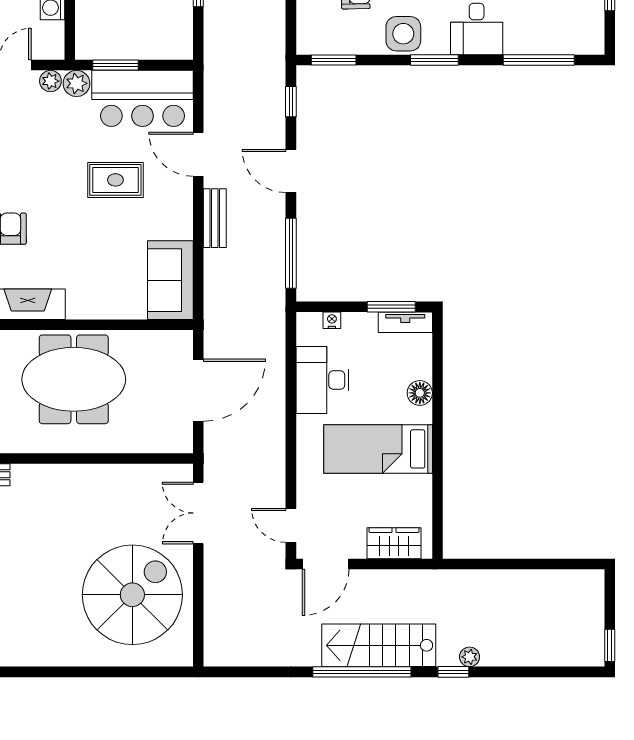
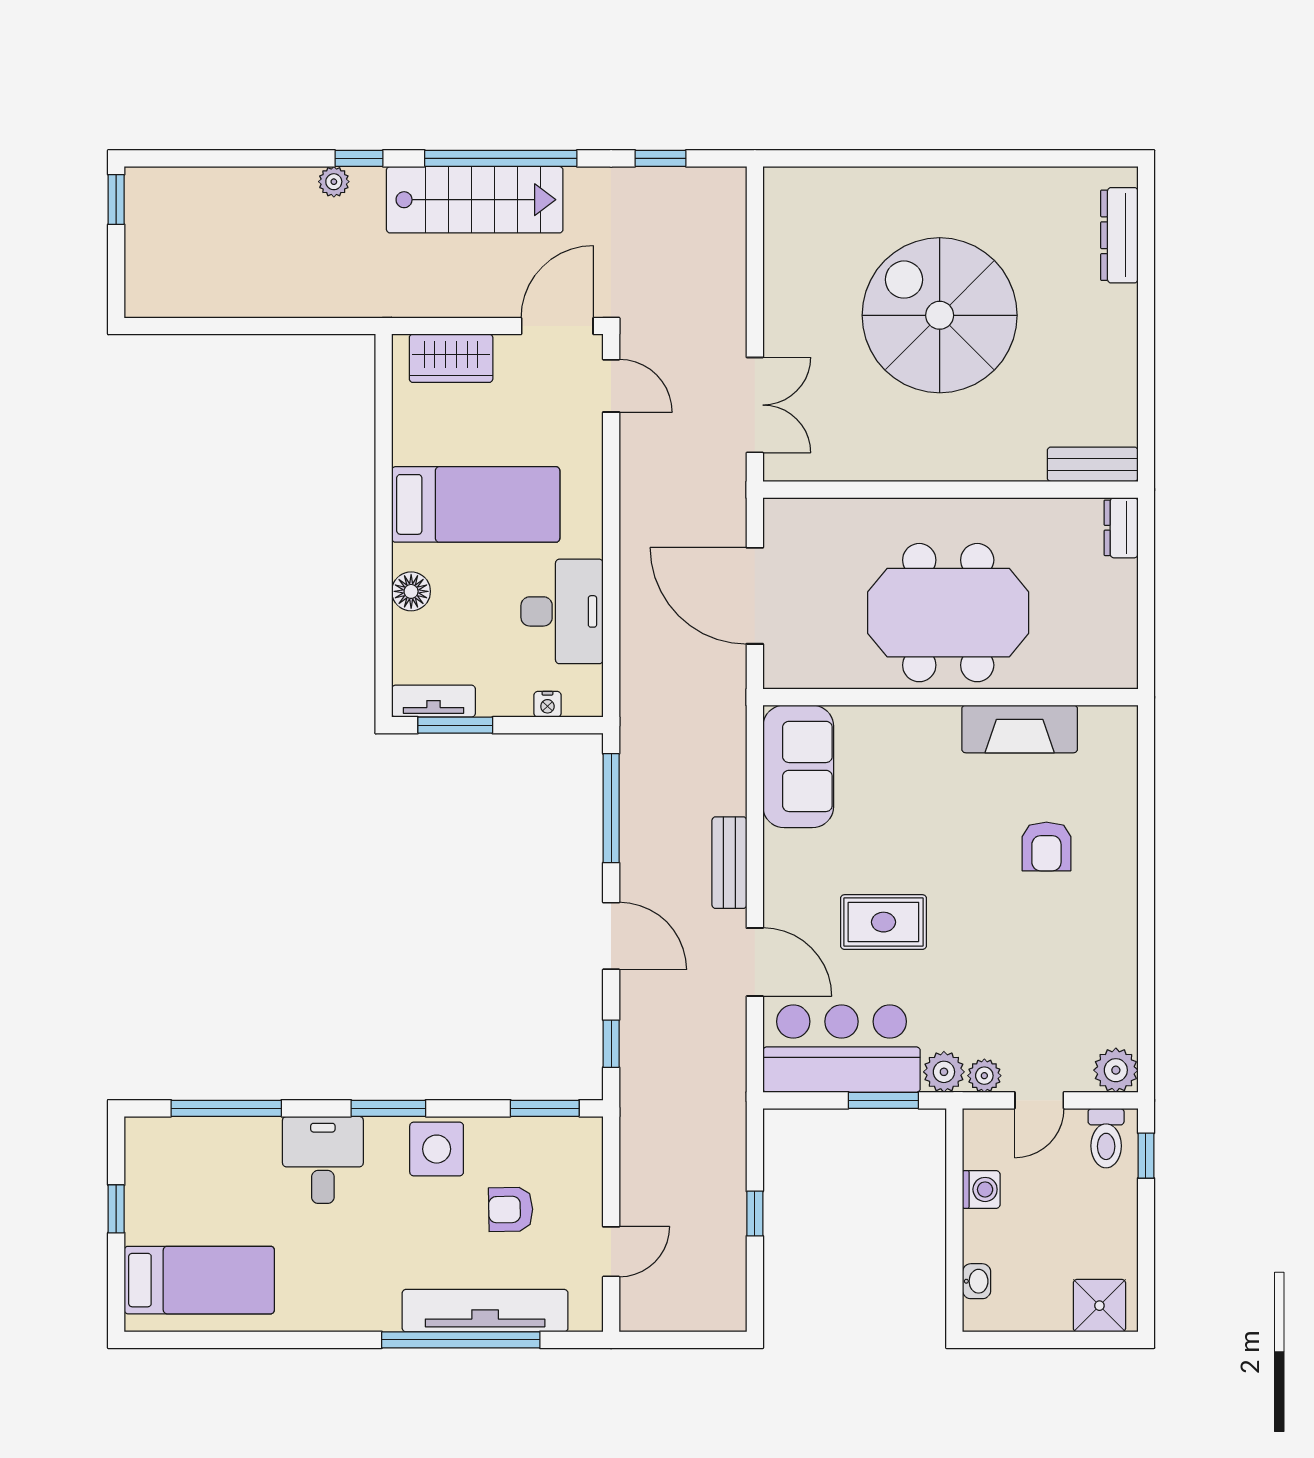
door: (198, 390) -> (755, 596), hinge flipped
spiral stairs: (132, 595) -> (940, 315), moved, turned 90
window: (259, 672) -> (661, 158), added

